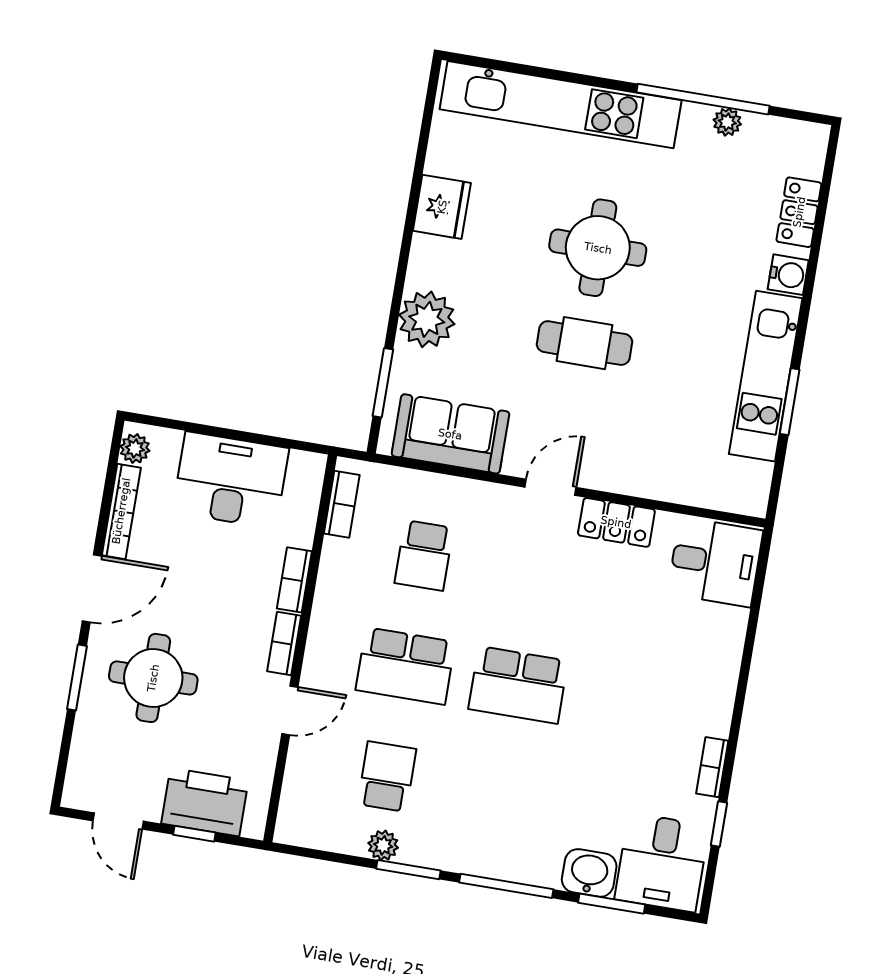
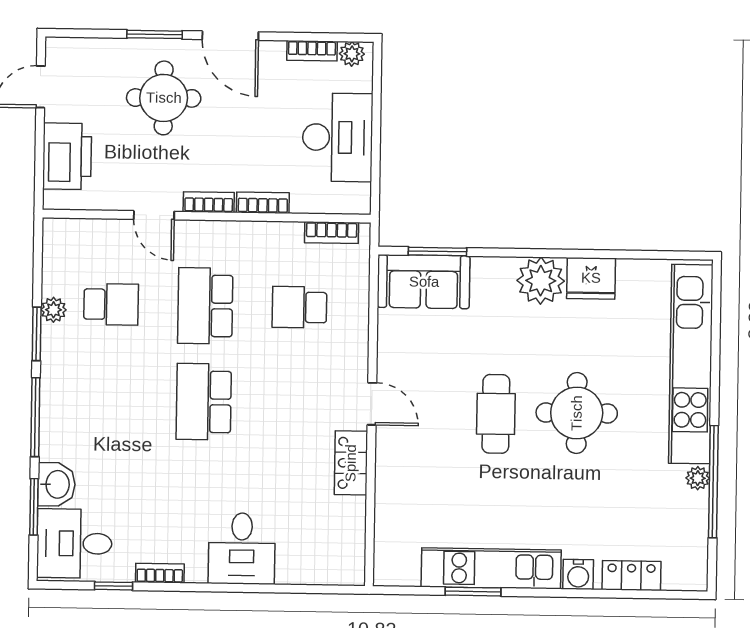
plant: (727, 122) -> (698, 478), moved
plant: (427, 319) -> (541, 281), moved
sofa: (450, 434) -> (424, 282), moved, turned 90
bookcase: (121, 511) -> (312, 51), width x0.64
desk: (715, 562) -> (242, 549), moved
window: (194, 834) -> (39, 152), removed

